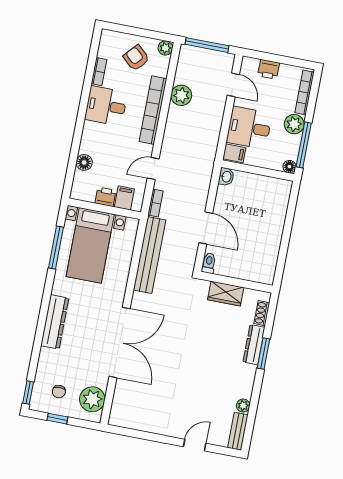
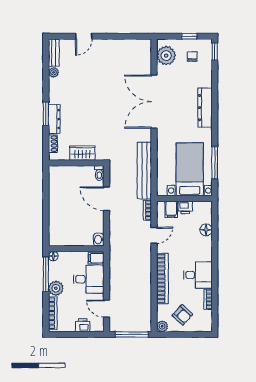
plant: (181, 95) -> (144, 293), removed

